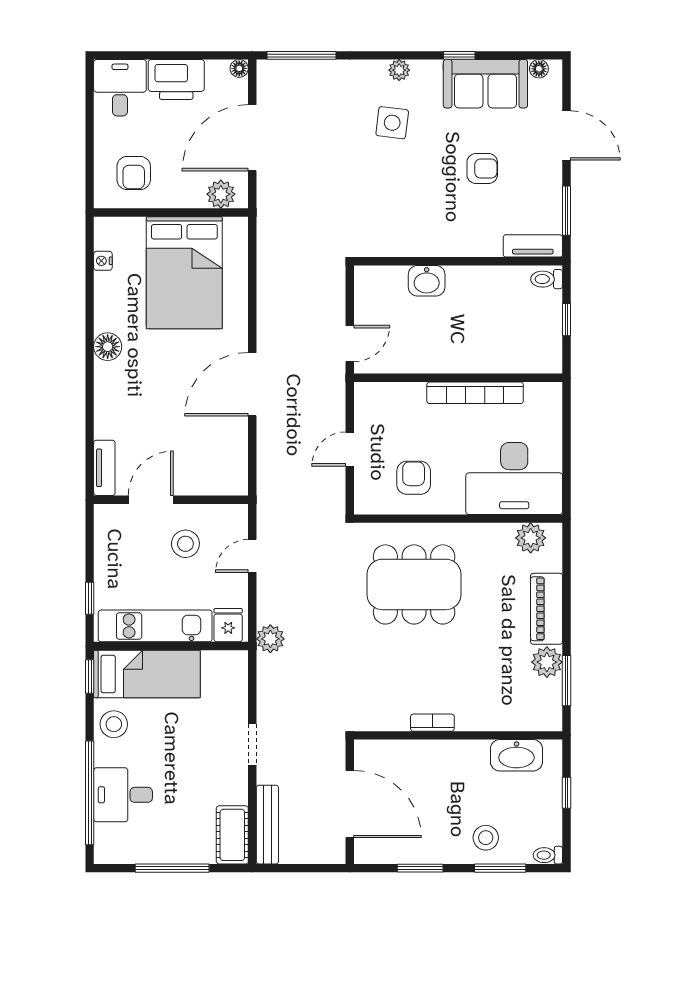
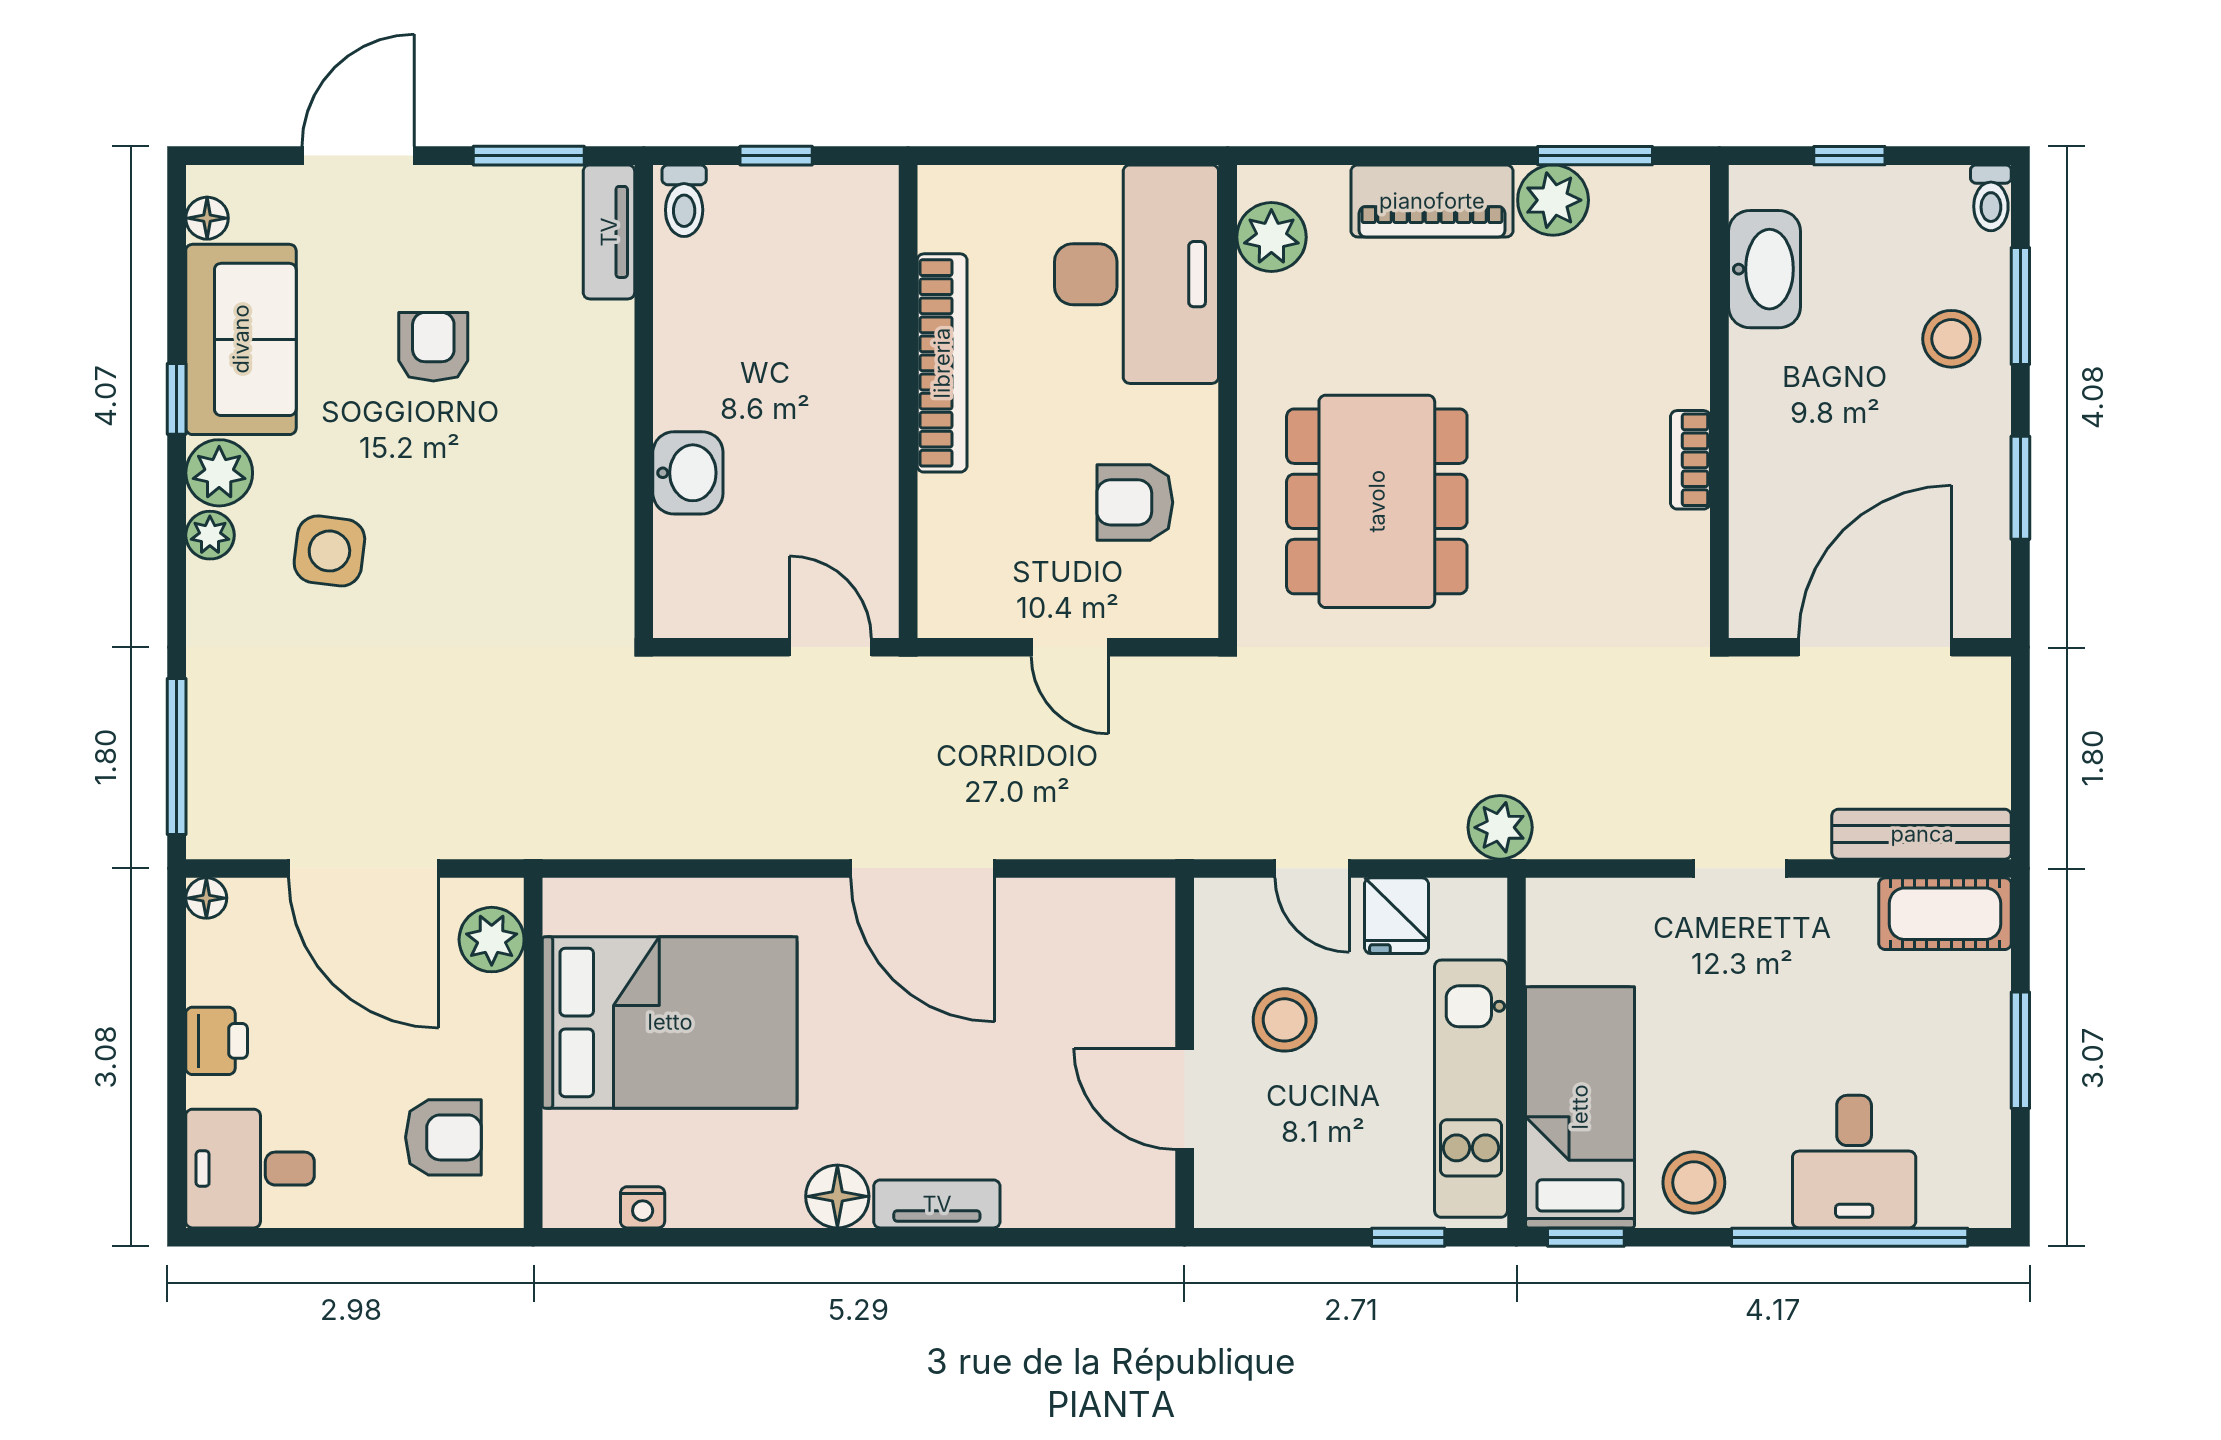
plant: (427, 74) -> (219, 473), added
printer: (176, 79) -> (217, 1041), width x0.53, depth x0.68
tv unit: (104, 468) -> (937, 1204), moved
fridge: (228, 625) -> (1397, 916), moved, turned -90
window: (172, 868) -> (2020, 1050), width x0.69

